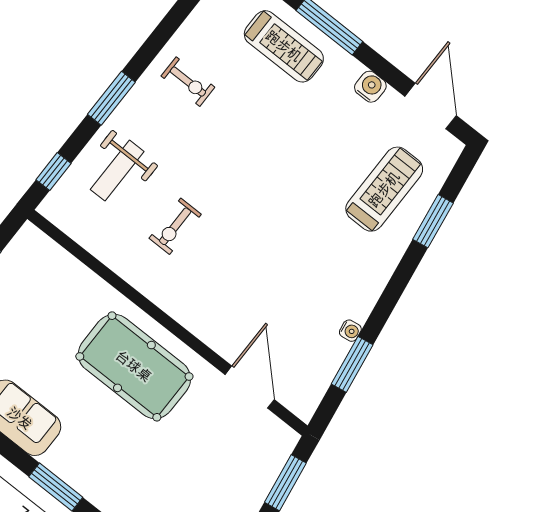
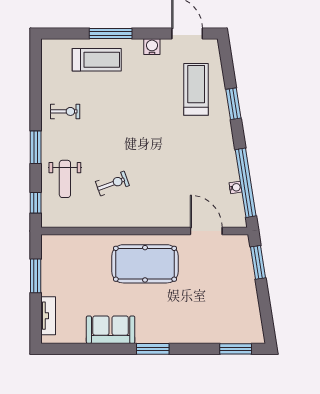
window: (433, 221) -> (233, 104), moved
exercise bike: (175, 226) -> (112, 184), turned -110
water cooler: (350, 331) -> (235, 187), moved
window: (352, 364) -> (246, 183), width x2.11

